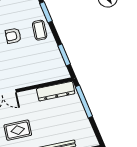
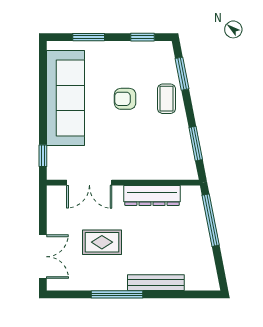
dresser: (56, 91) -> (152, 196), moved

